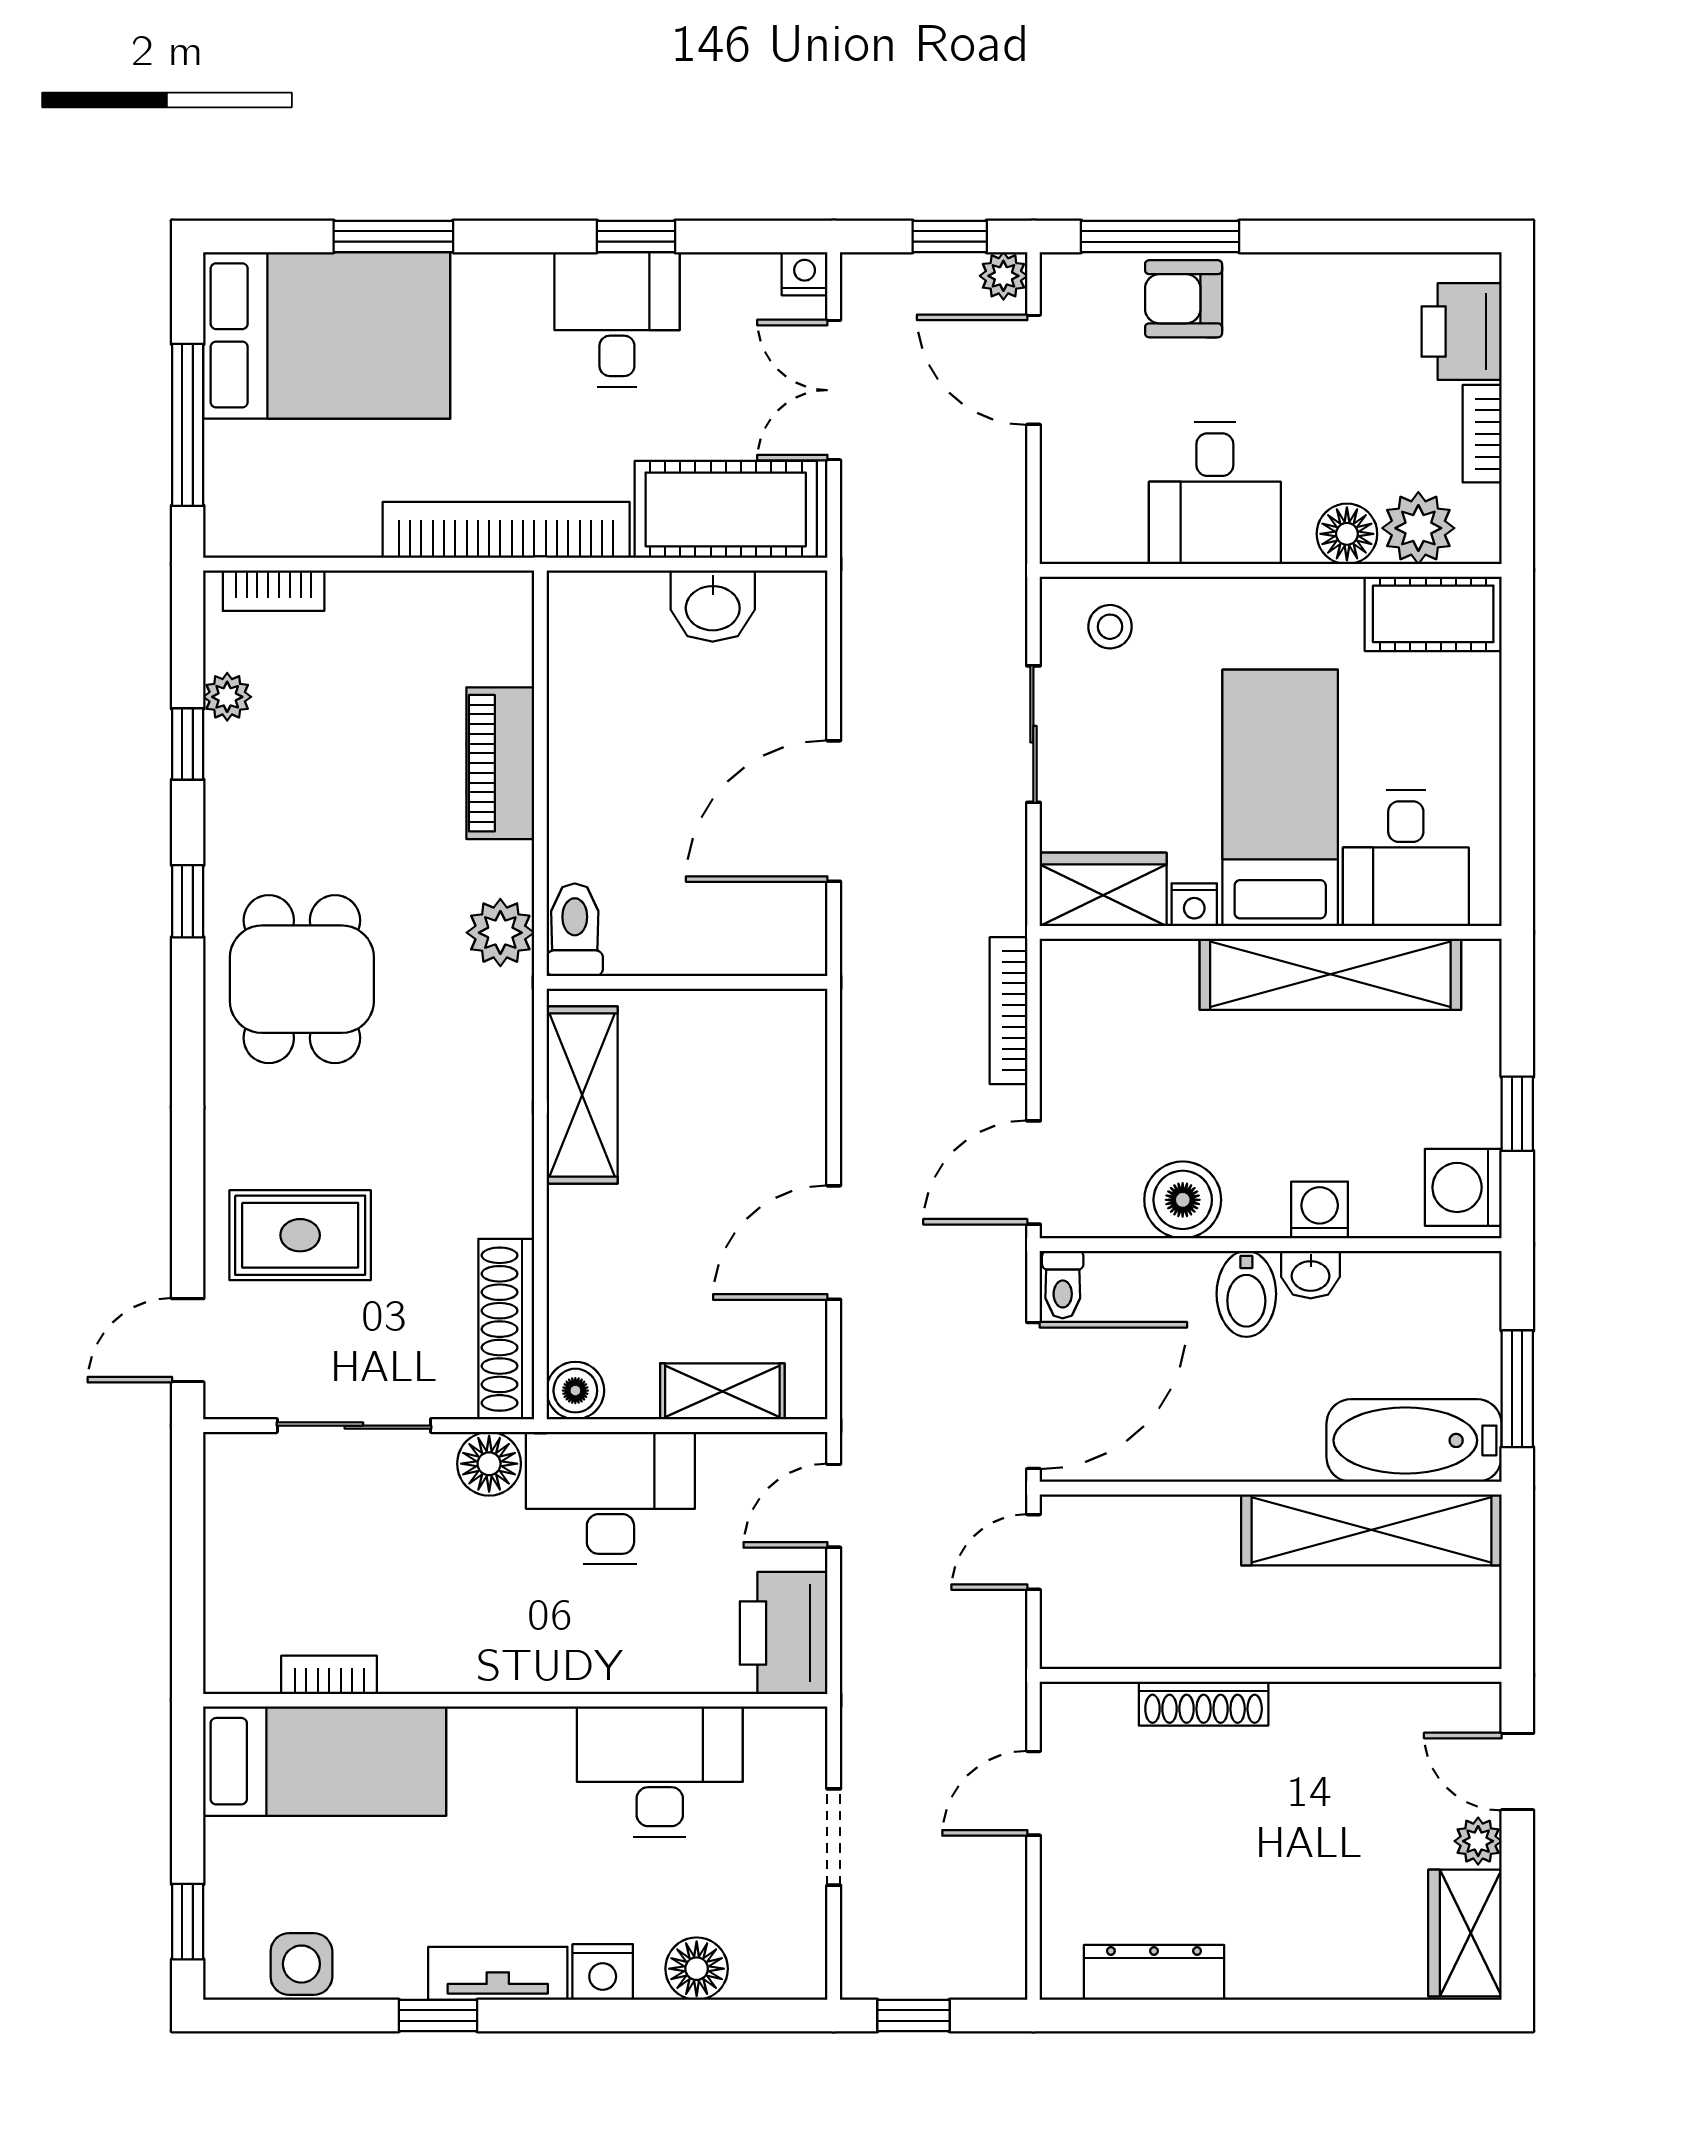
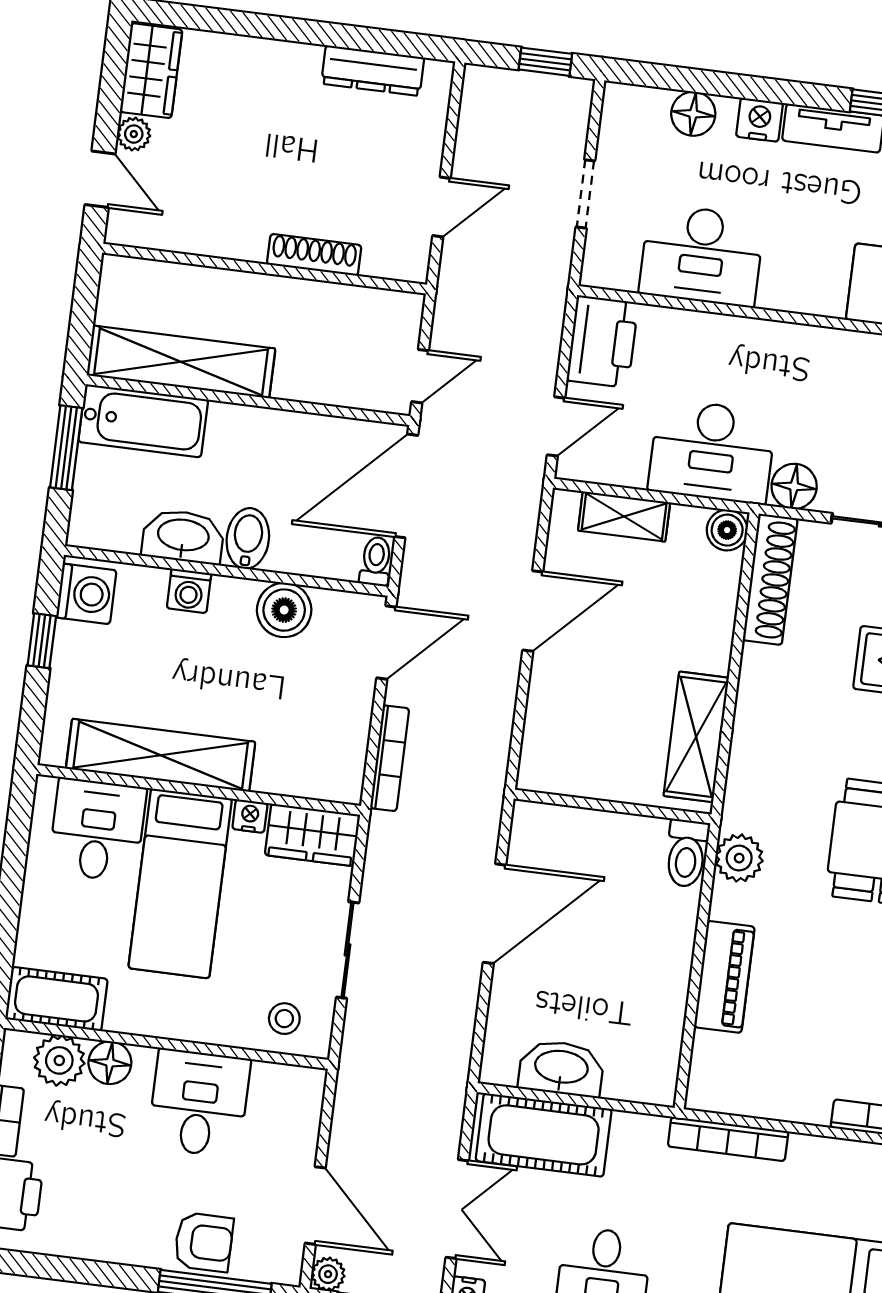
bookcase: (506, 530) -> (728, 1139), width x0.68, depth x0.76
washbasin: (713, 606) -> (561, 1068), width x1.38
washbasin: (1311, 1275) -> (183, 536), width x1.91, depth x1.45

